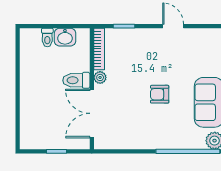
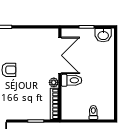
washbasin: (65, 37) -> (103, 35), moved, turned 180

